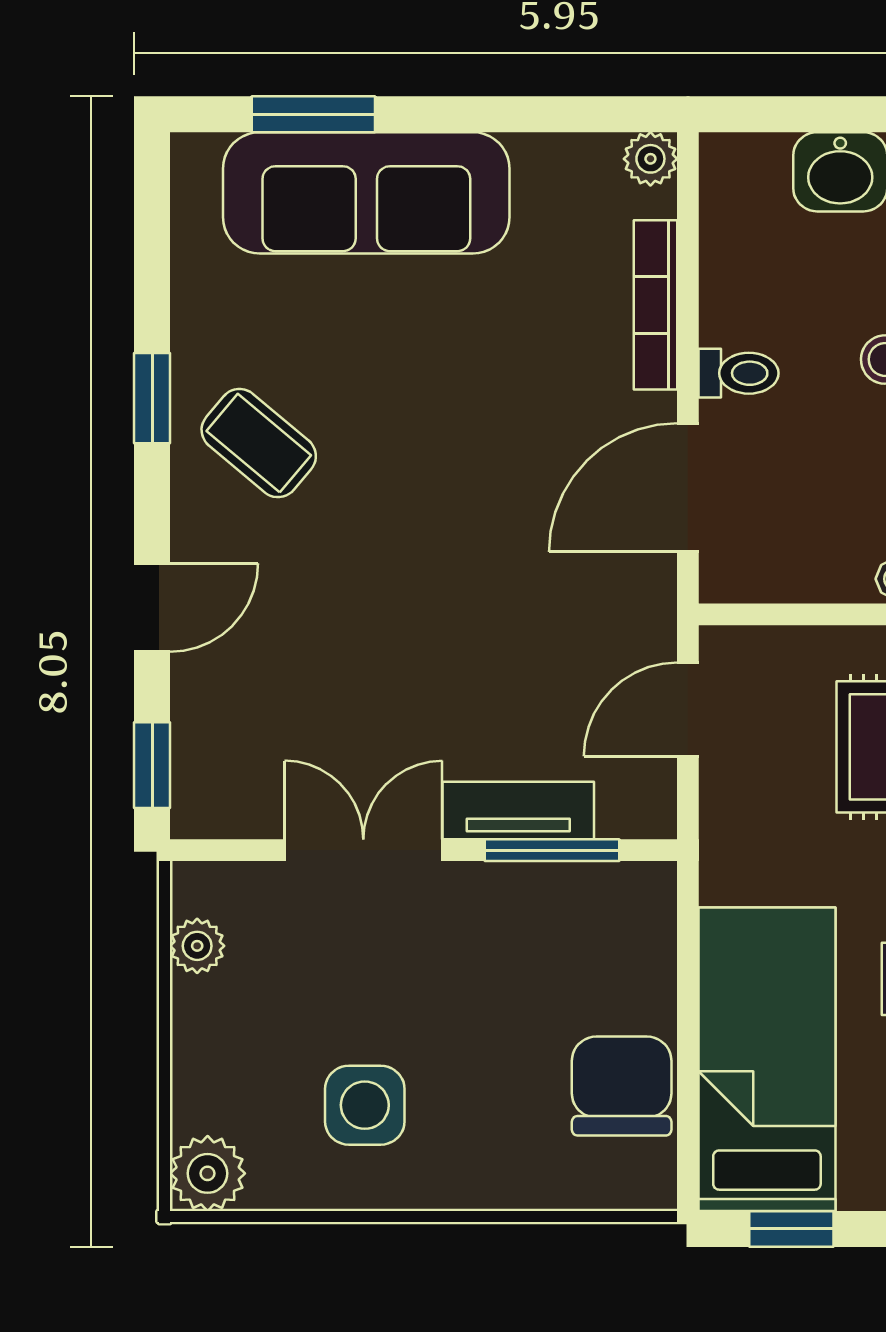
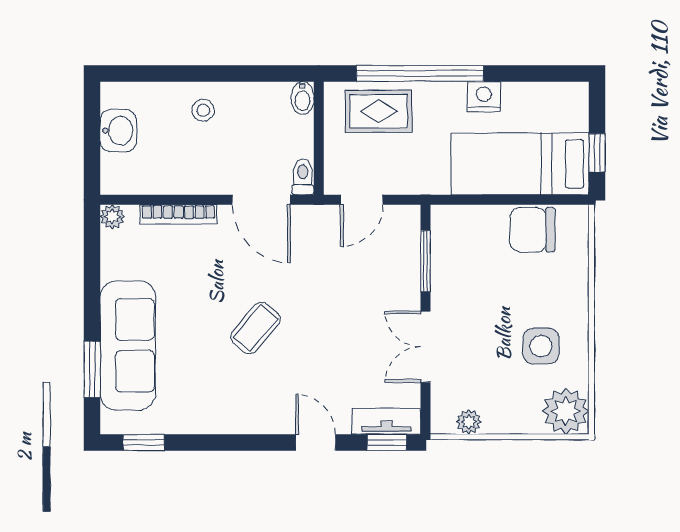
toilet: (739, 373) -> (303, 177), moved
window: (152, 398) -> (144, 442), moved
coffee table: (259, 443) -> (255, 328), moved
door: (688, 709) -> (362, 200), hinge flipped
tv unit: (518, 811) -> (386, 421), moved, turned 90
plant: (208, 1173) -> (566, 411), width x1.36, depth x1.36

